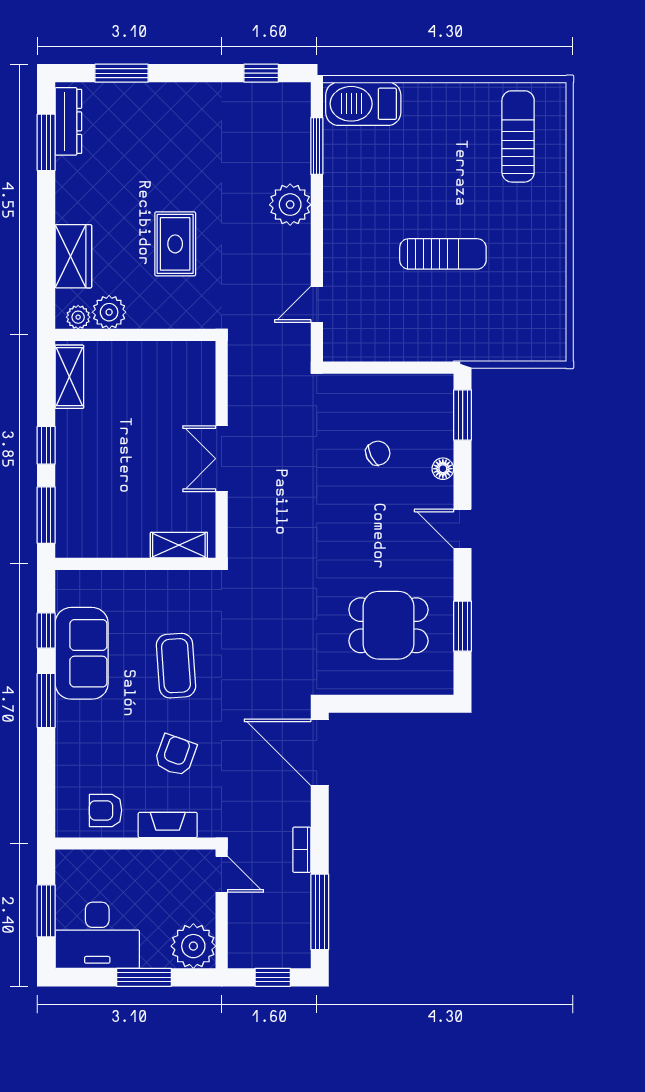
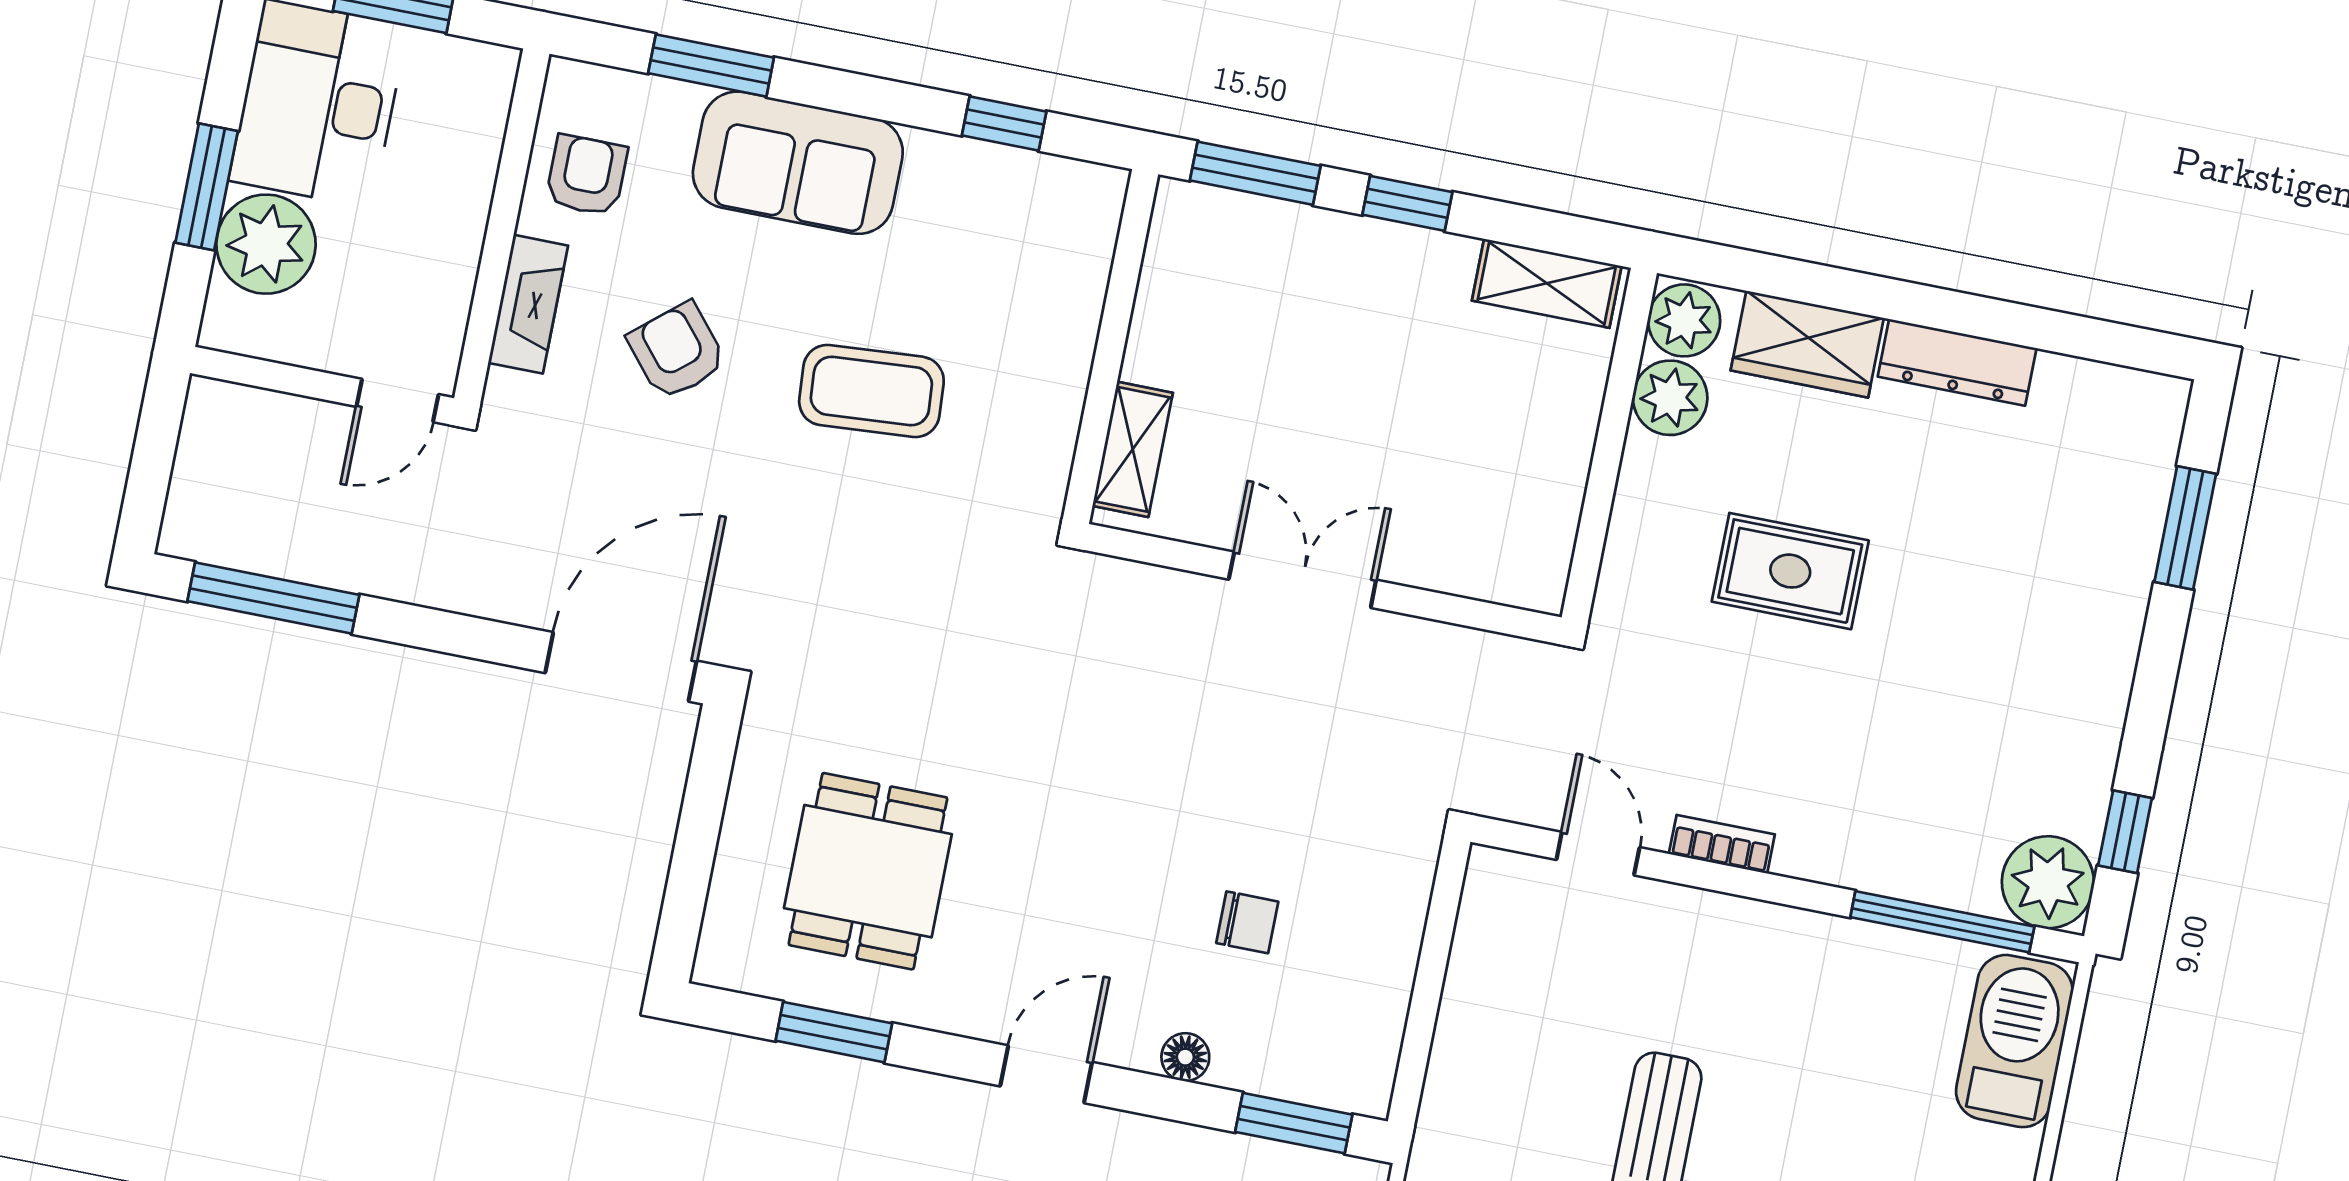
dresser: (68, 121) -> (1957, 362), moved
window: (46, 142) -> (2067, 334), removed
window: (317, 146) -> (1942, 922), width x1.44
plant: (290, 205) -> (2048, 882), moved
plant: (78, 317) -> (1684, 320), width x1.38, depth x1.38
chair: (378, 453) -> (1247, 922), turned -64
sofa: (82, 653) -> (798, 163), moved
window: (46, 700) -> (711, 65), moved
armchair: (175, 755) -> (677, 351), turned -150
bookcase: (302, 850) -> (1722, 844), moved
plant: (193, 946) -> (266, 244), moved
window: (273, 977) -> (151, 467), removed

